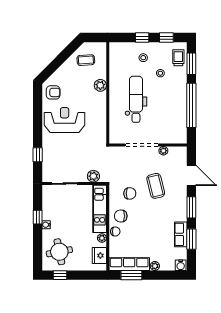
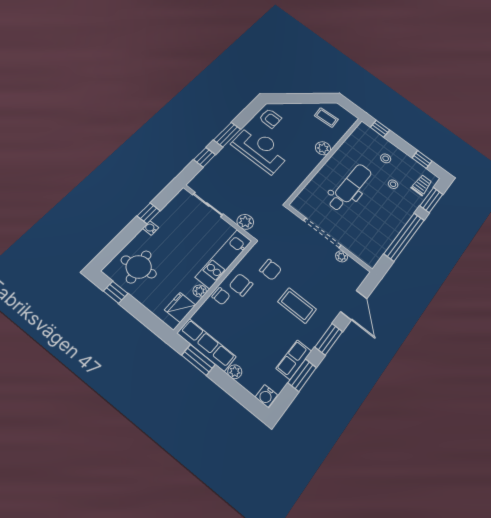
window: (142, 38) -> (380, 129), moved
window: (38, 128) -> (227, 135), added
coffee table: (156, 186) -> (297, 305), moved, turned -76

